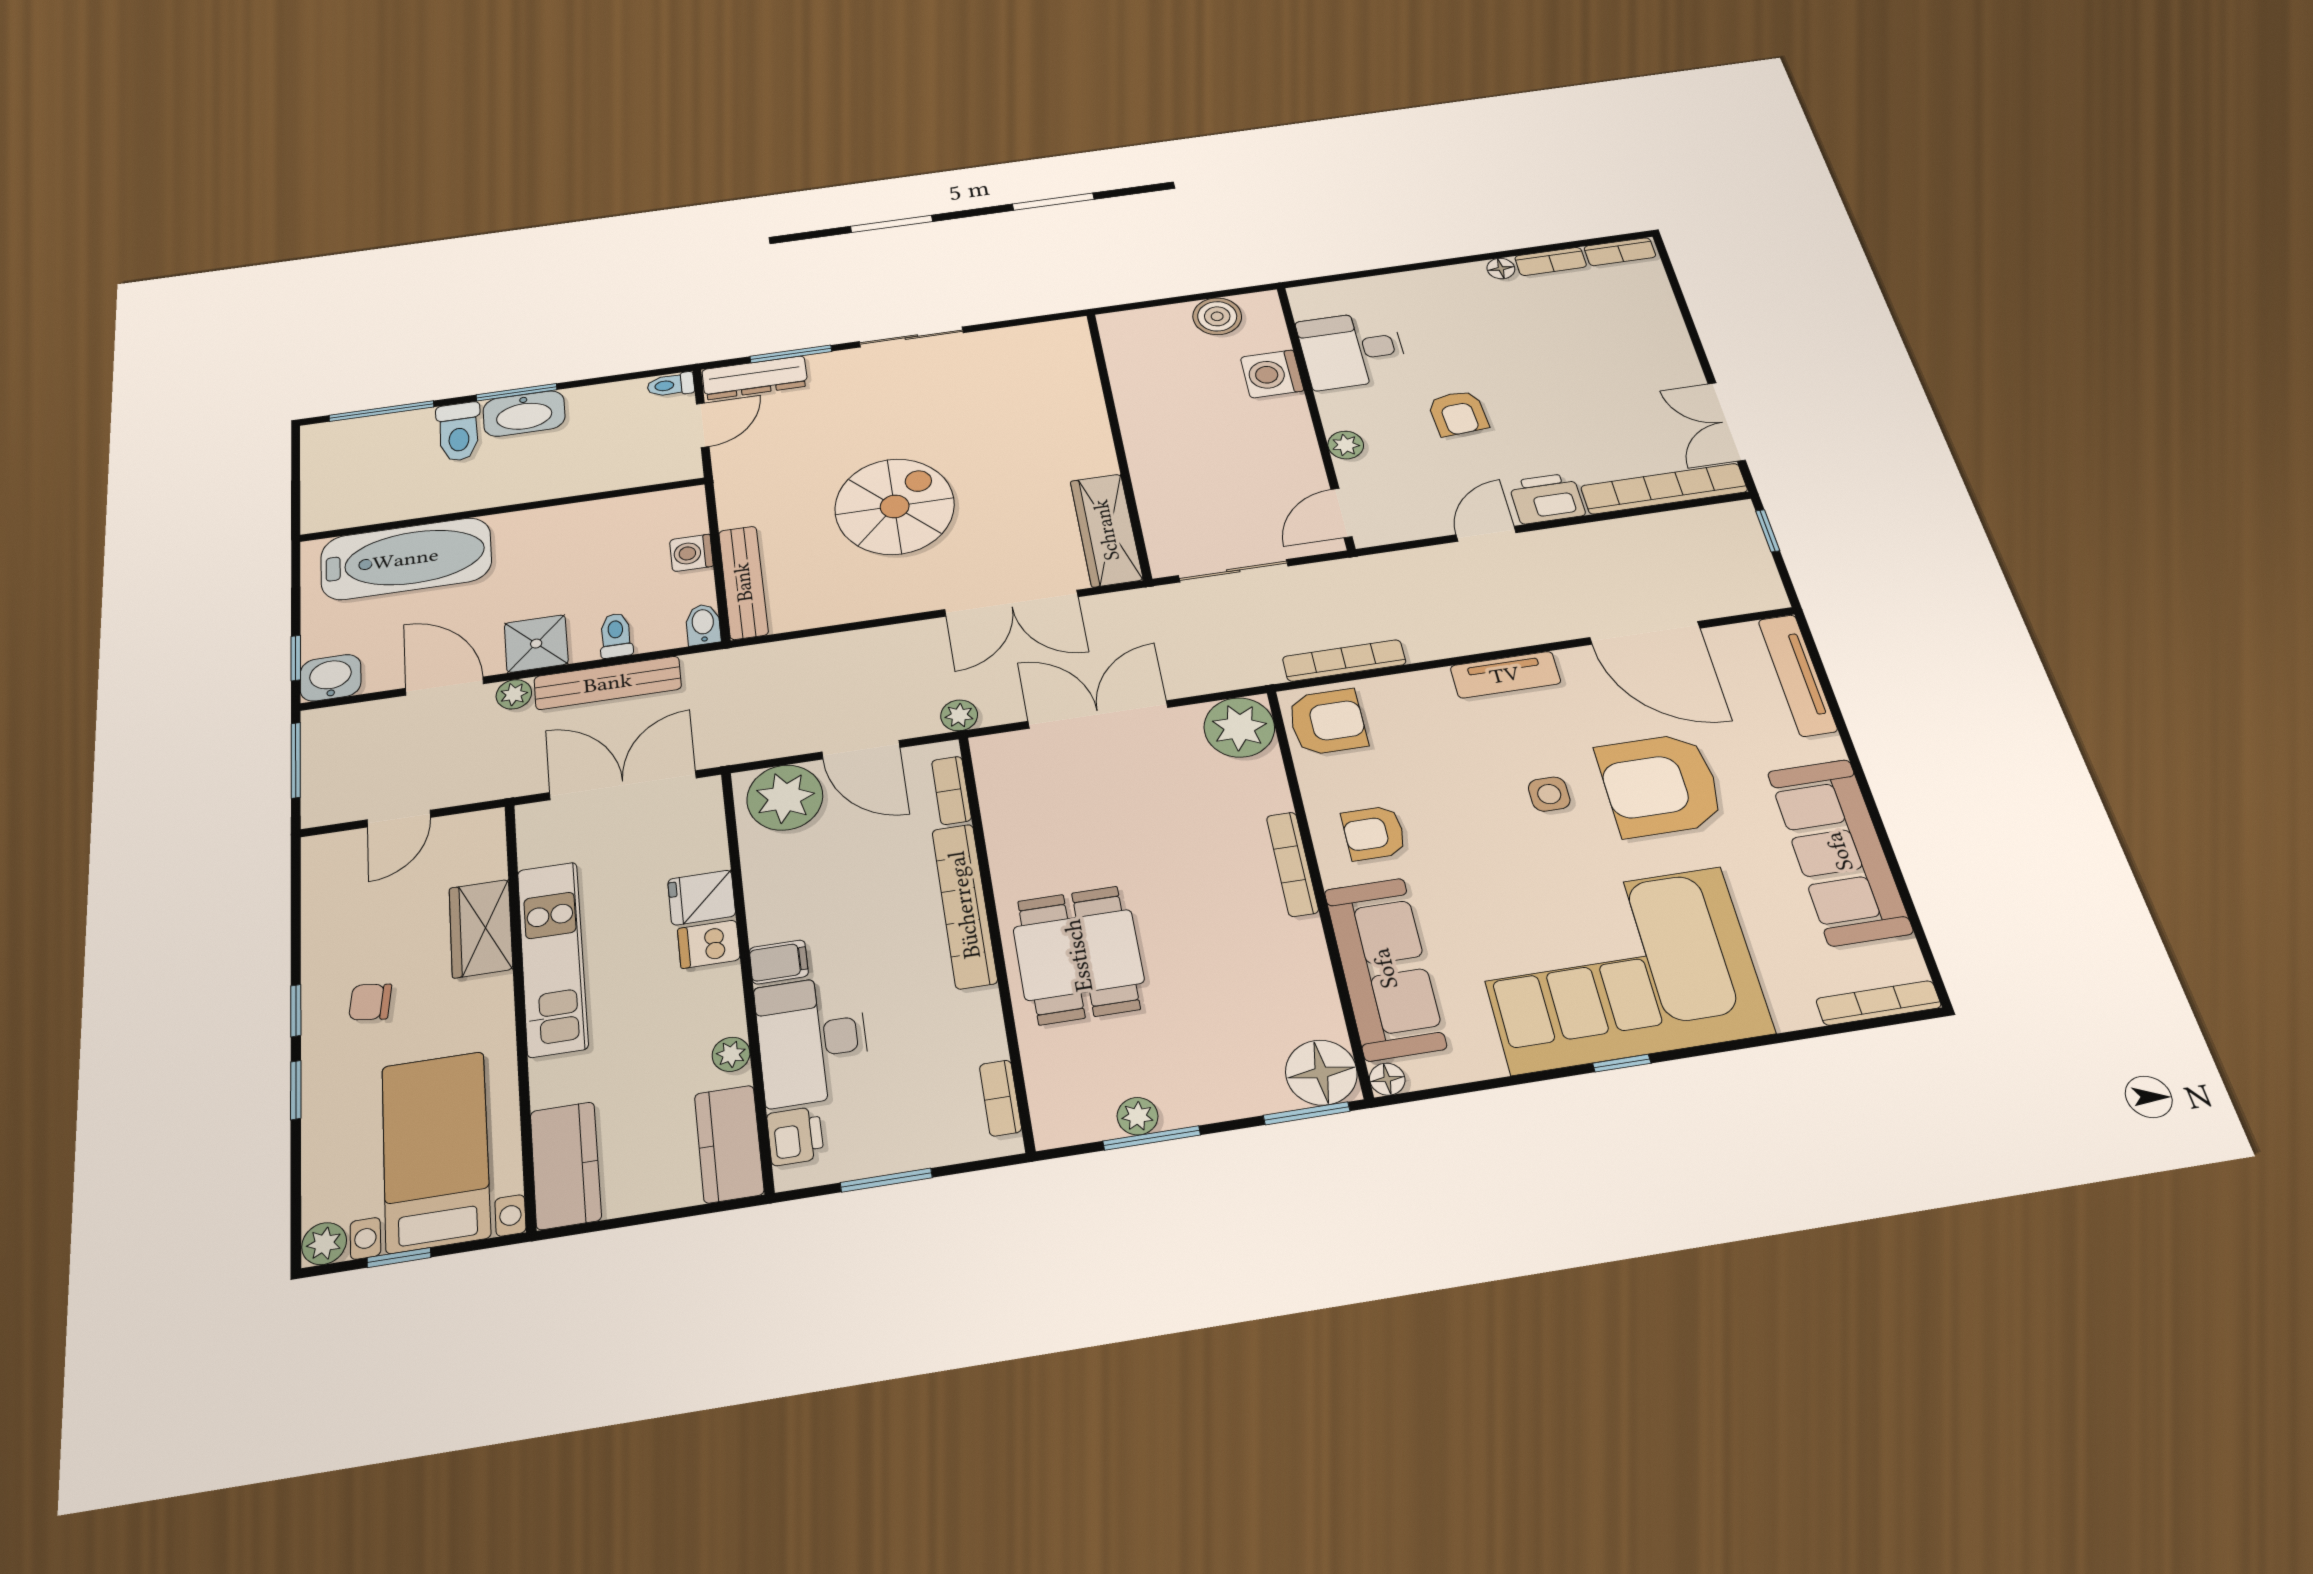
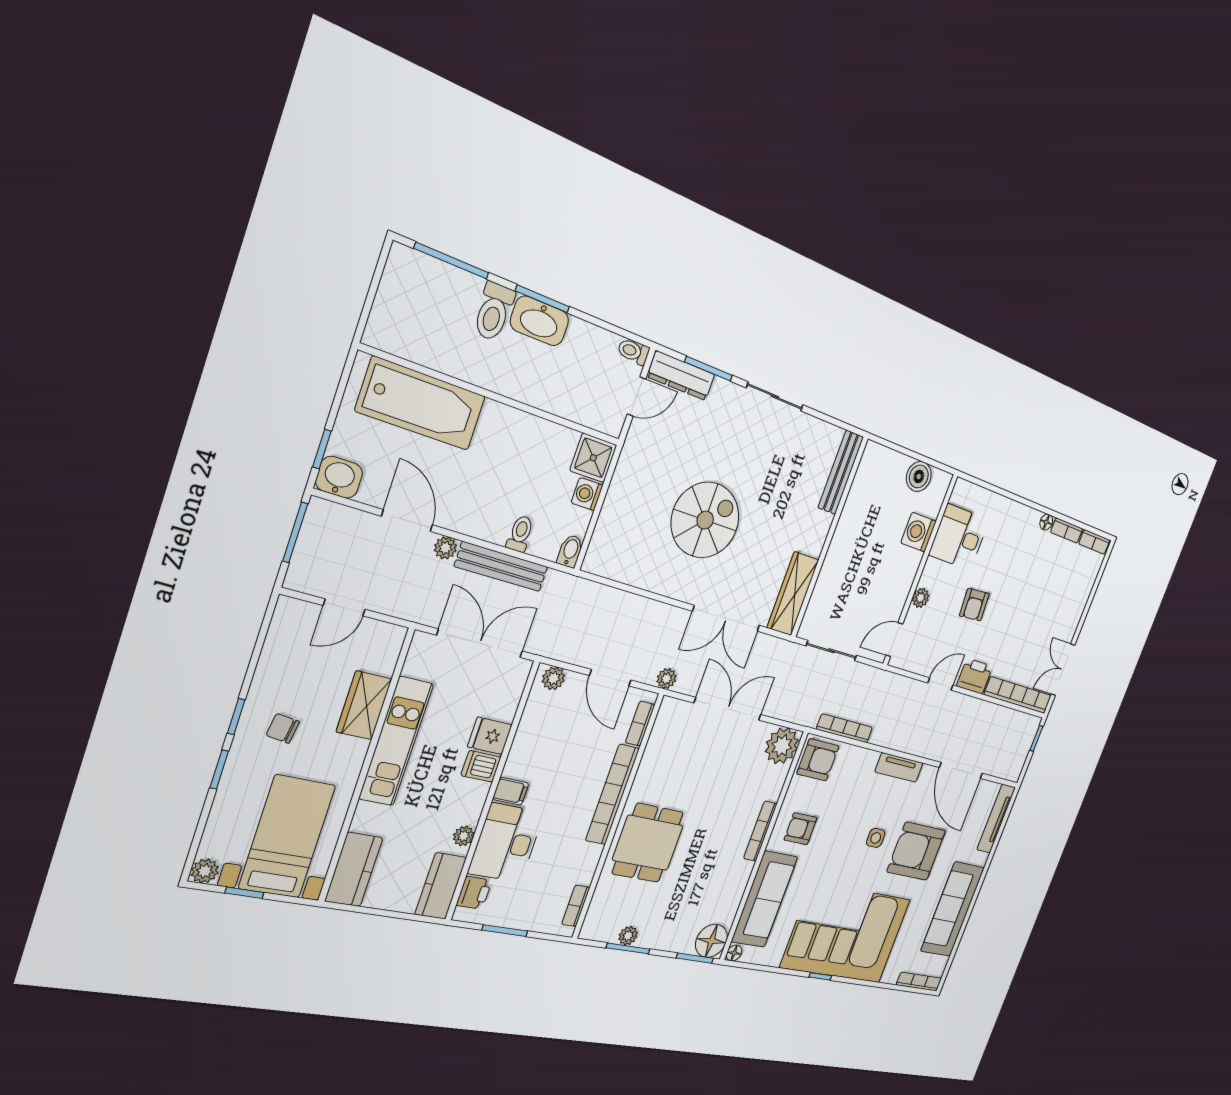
bench: (743, 582) -> (841, 472), moved
shower: (536, 644) -> (593, 458), moved
plant: (785, 798) -> (553, 678), width x0.53, depth x0.53

